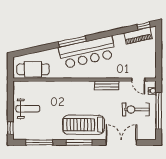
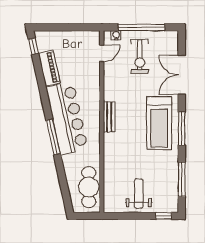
piano: (138, 36) -> (49, 68), moved
bench: (107, 85) -> (109, 117), moved

